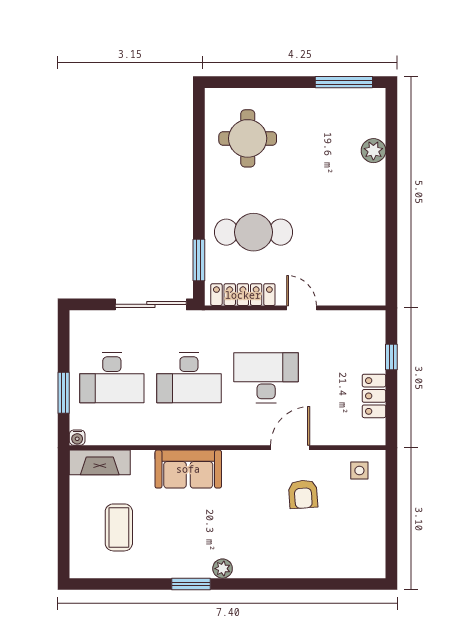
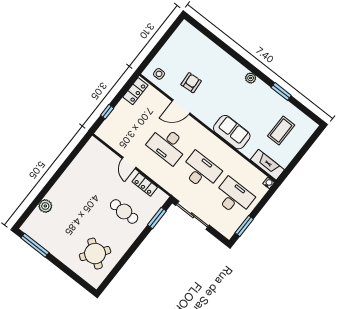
round table: (248, 138) -> (95, 254), turned 37
cafe table: (254, 232) -> (124, 212), width x0.73, depth x0.74
locker: (243, 295) -> (145, 185), width x0.66
window: (64, 393) -> (244, 226), moved
locker: (374, 396) -> (135, 91), moved
window: (191, 584) -> (281, 91), moved

